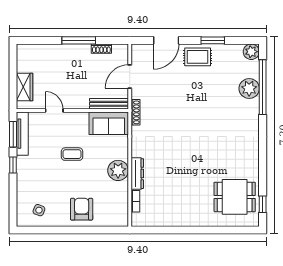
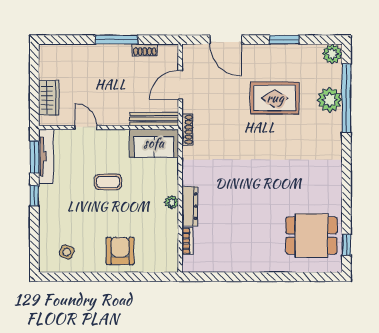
door: (166, 40) -> (226, 40), hinge flipped
rug: (198, 57) -> (275, 98), moved, width x1.36, depth x1.43
plant: (118, 170) -> (172, 202), width x0.53, depth x0.53

